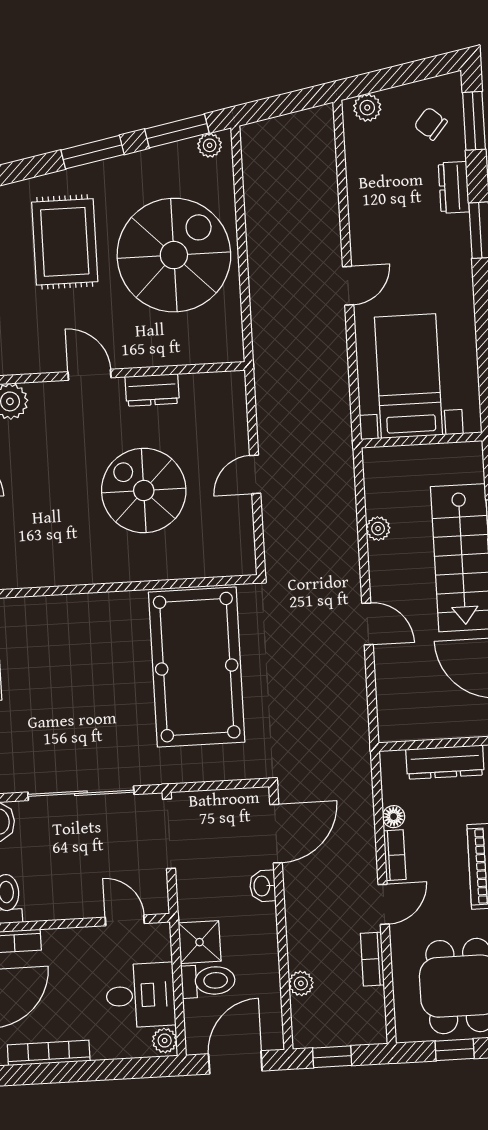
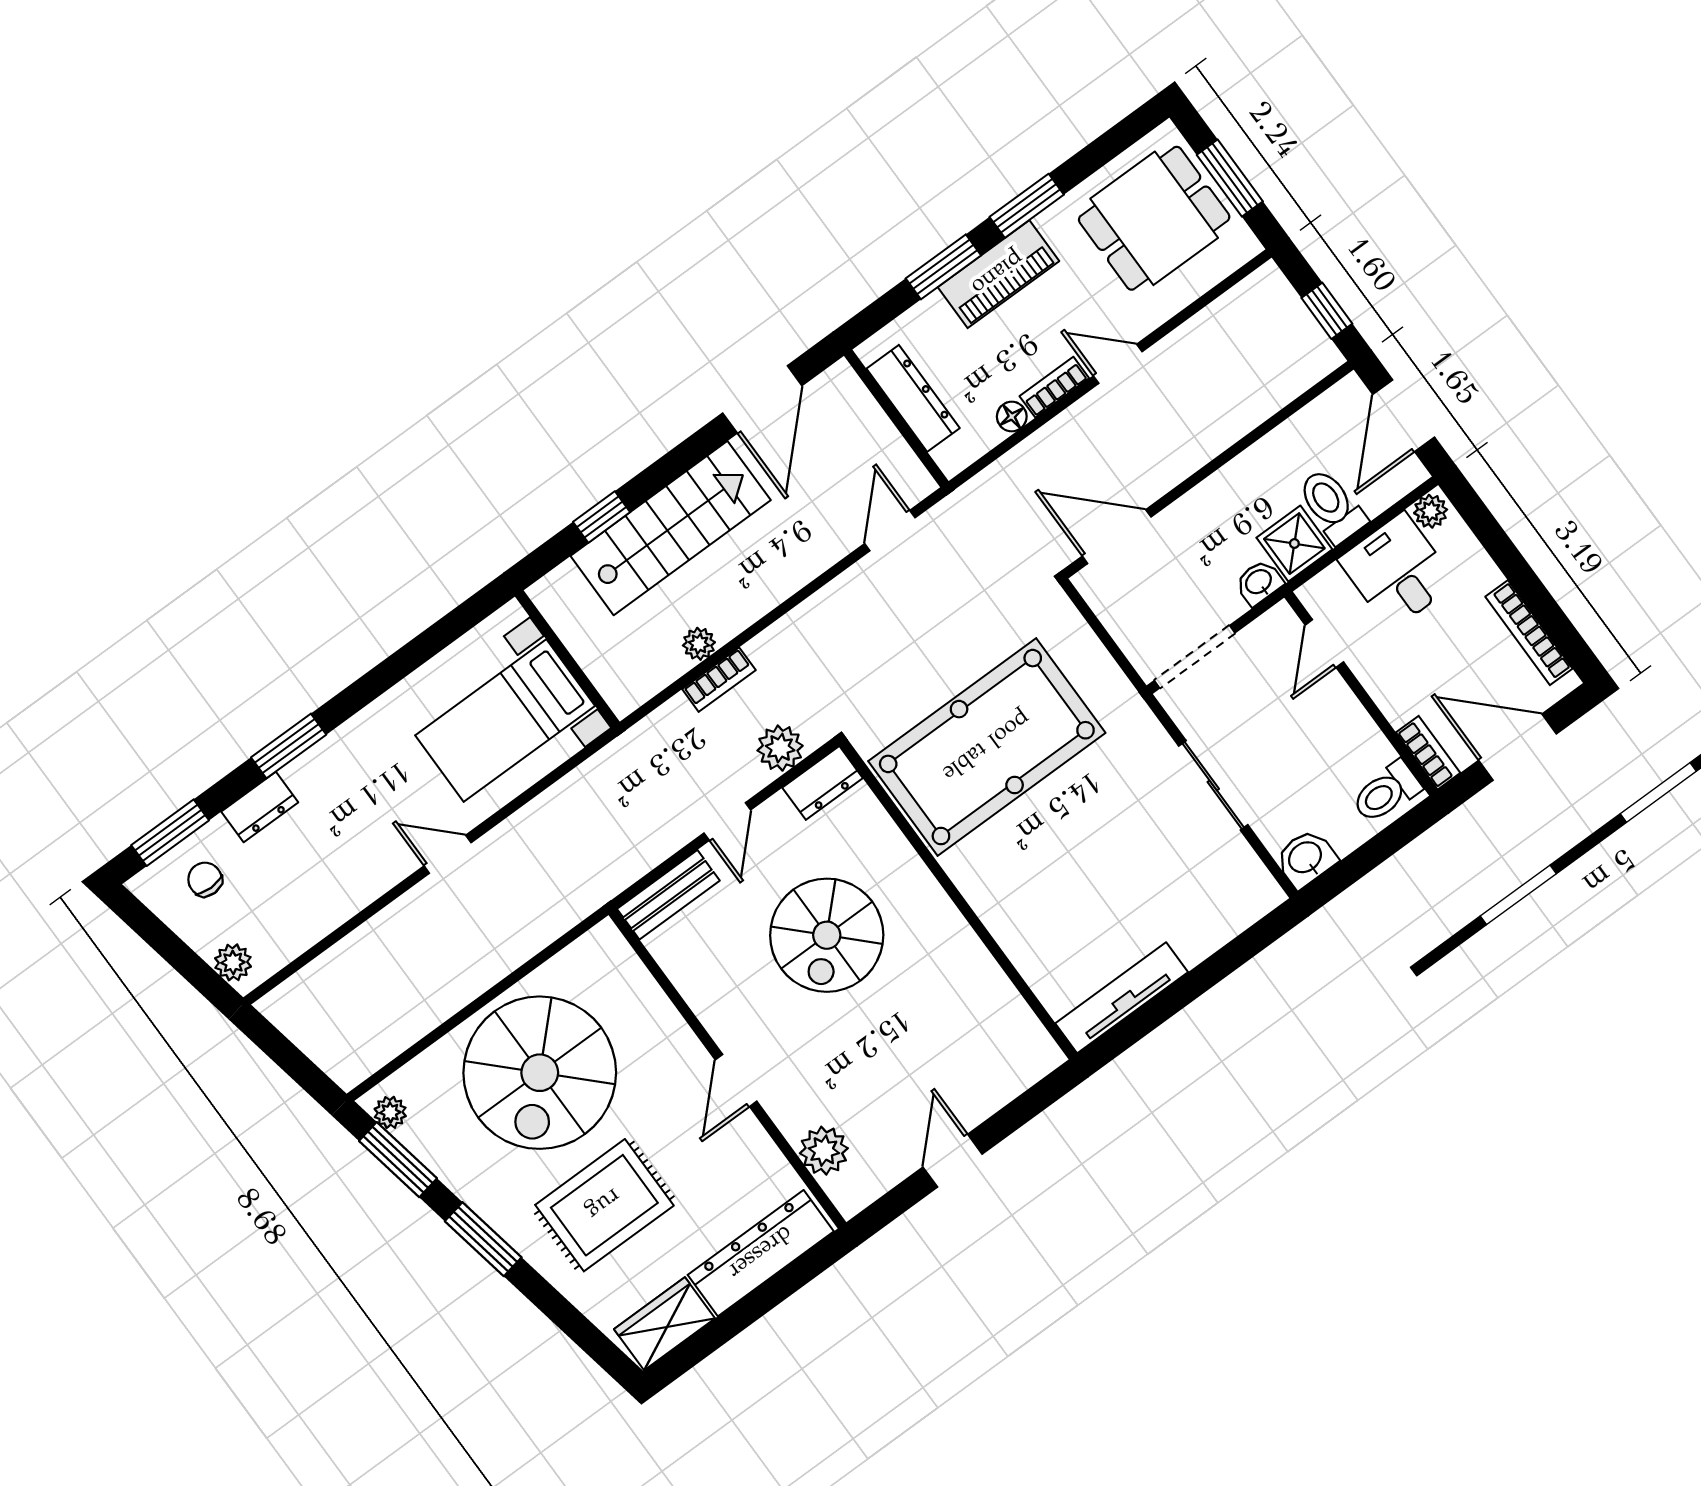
chair: (431, 124) -> (205, 879), turned 140
spiral stairs: (174, 255) -> (540, 1073), turned -90
dresser: (152, 390) -> (823, 783), moved, turned 90
bench: (233, 408) -> (668, 895), added
door: (255, 474) -> (727, 821), hinge flipped
door: (368, 624) -> (890, 531), moved
sliding door: (81, 793) -> (1213, 785), width x0.73
washbasin: (263, 886) -> (1259, 582), moved, turned 180
bookcase: (372, 959) -> (719, 680), moved
plant: (301, 983) -> (780, 748), moved, width x1.38, depth x1.38
window: (455, 1050) -> (1230, 178), width x1.50
door: (235, 1062) -> (1404, 416), hinge flipped

